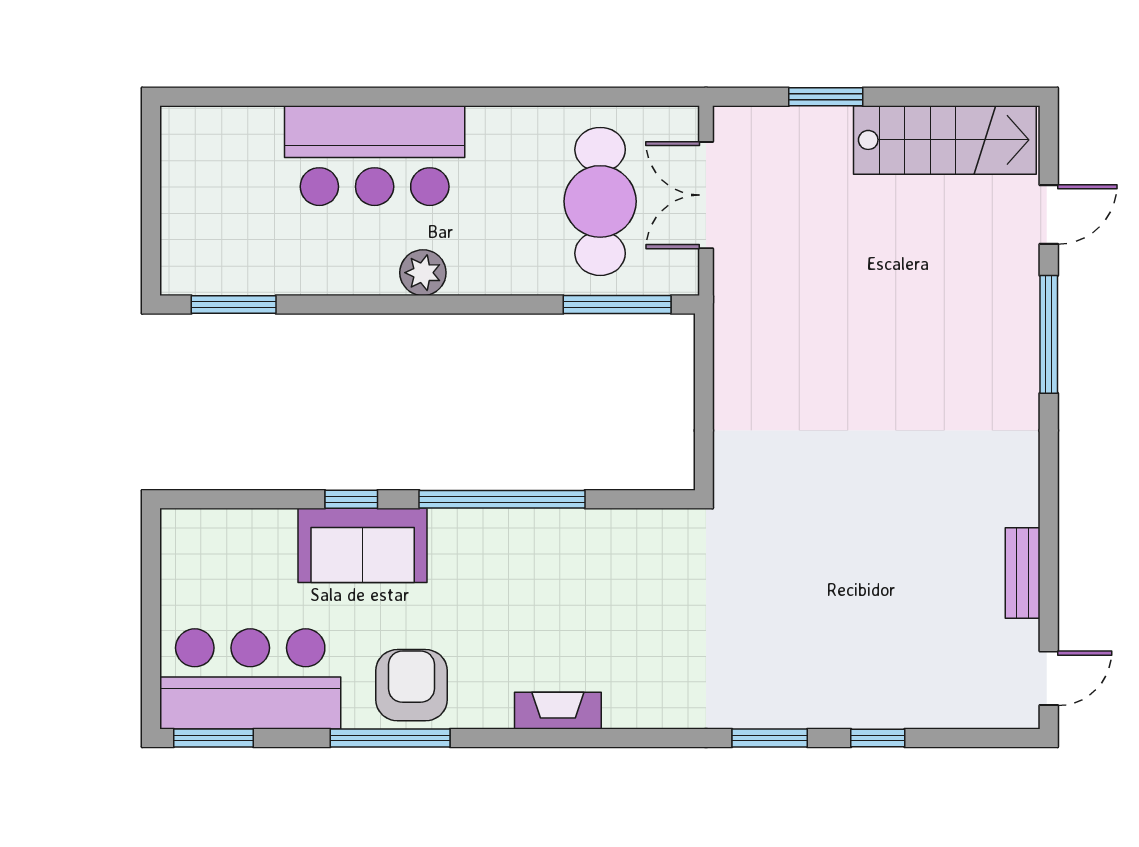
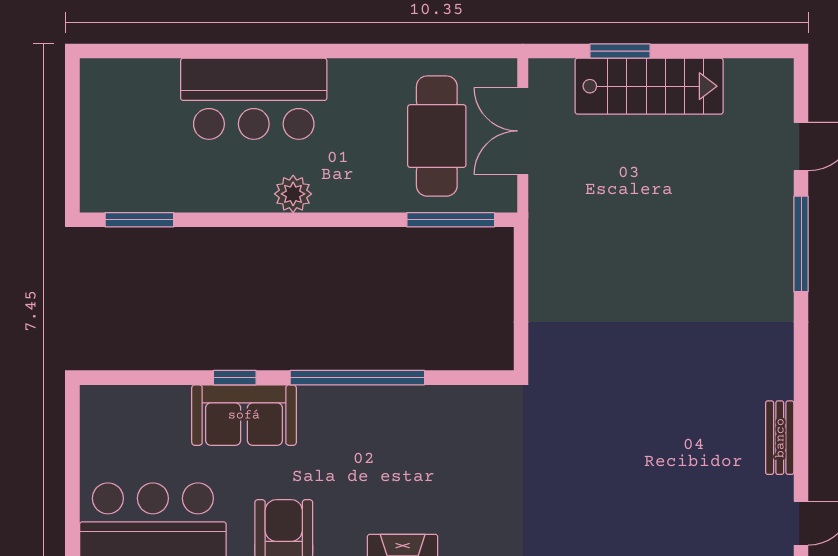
stairs: (945, 140) -> (649, 86), moved

